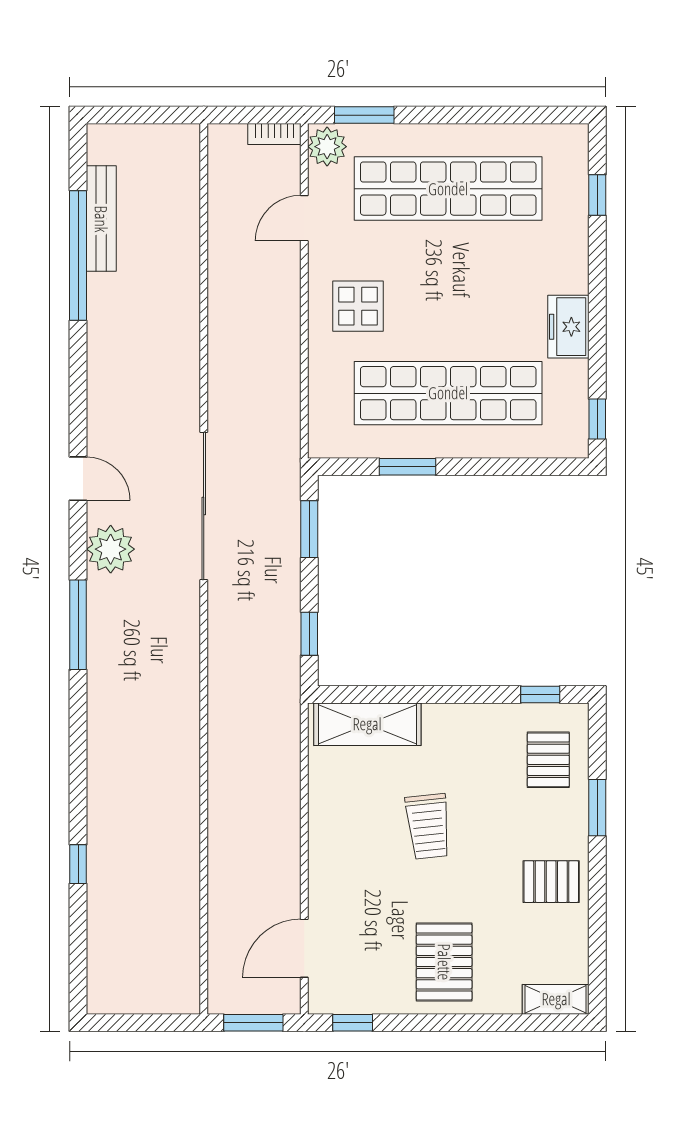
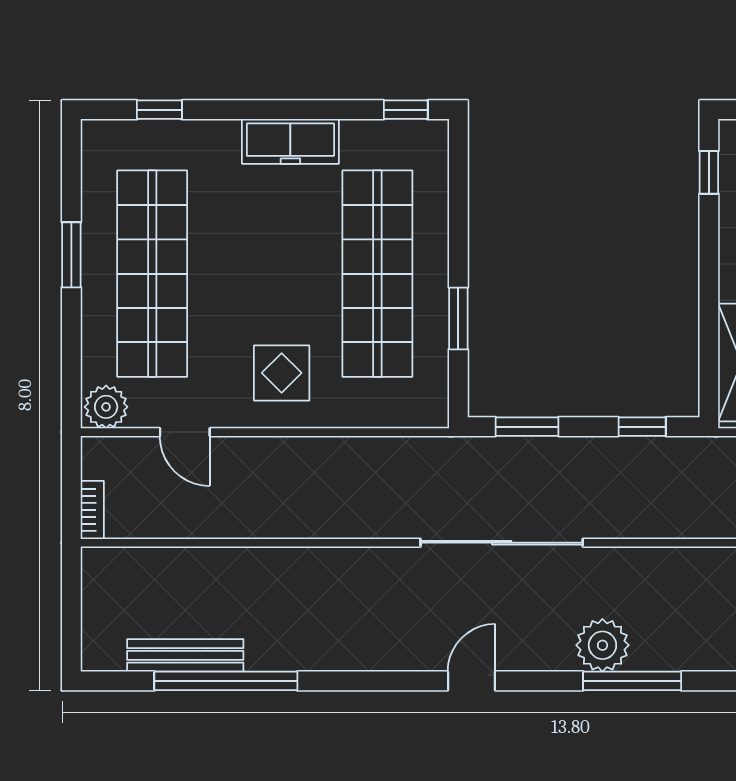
window: (364, 115) -> (71, 255), moved
bookcase: (274, 134) -> (92, 510), moved
freezer: (568, 327) -> (290, 141), width x1.40
plant: (111, 549) -> (602, 645), moved

